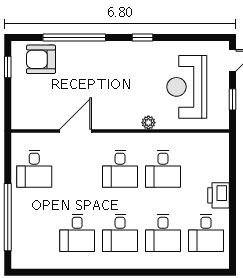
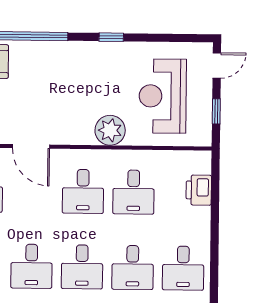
plant: (148, 123) -> (110, 130), width x1.88, depth x1.88
door: (75, 131) -> (31, 146), swing flipped
printer: (218, 195) -> (199, 190), moved

